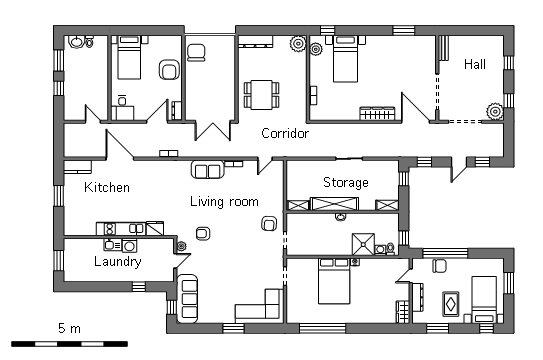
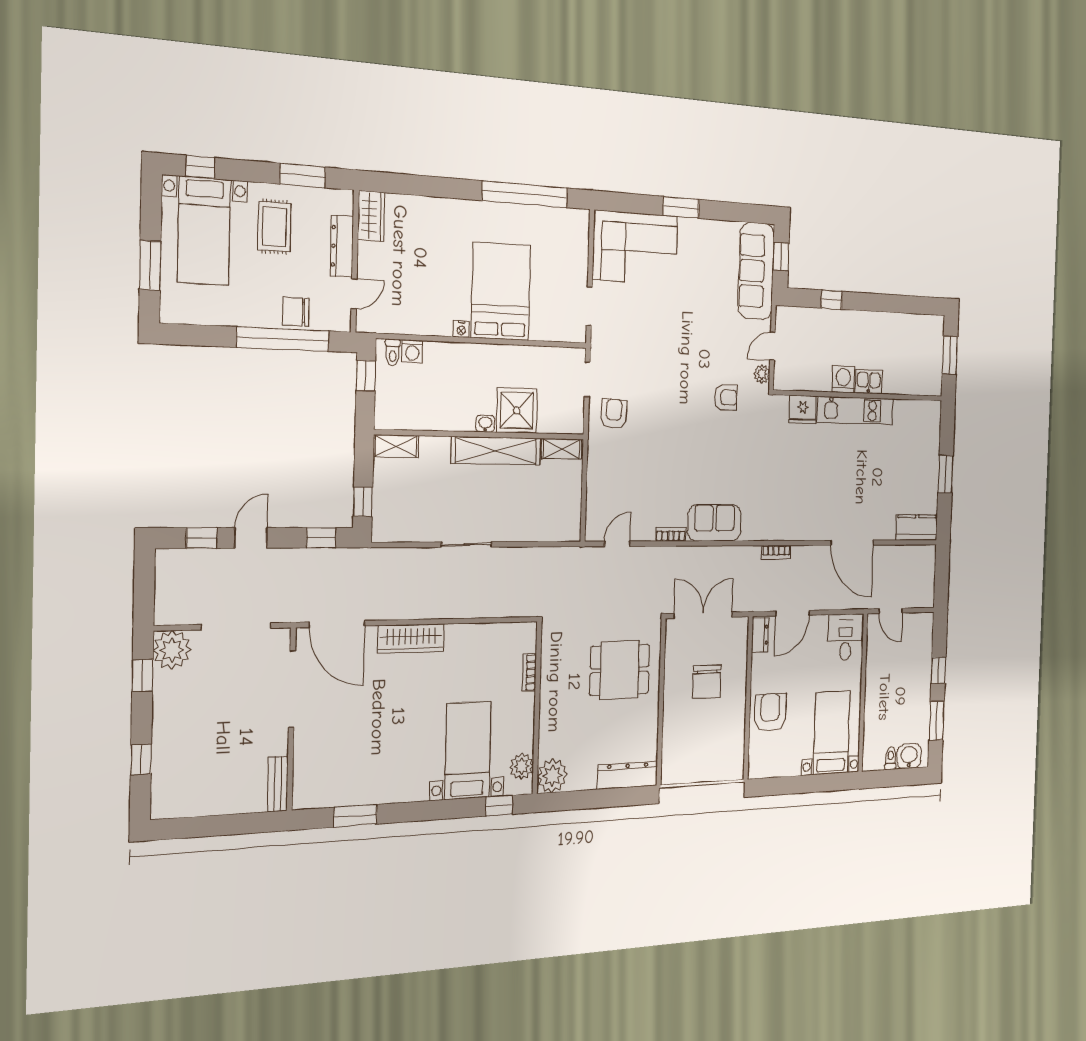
chair: (196, 53) -> (707, 682), moved
shower: (363, 245) -> (517, 410), moved

